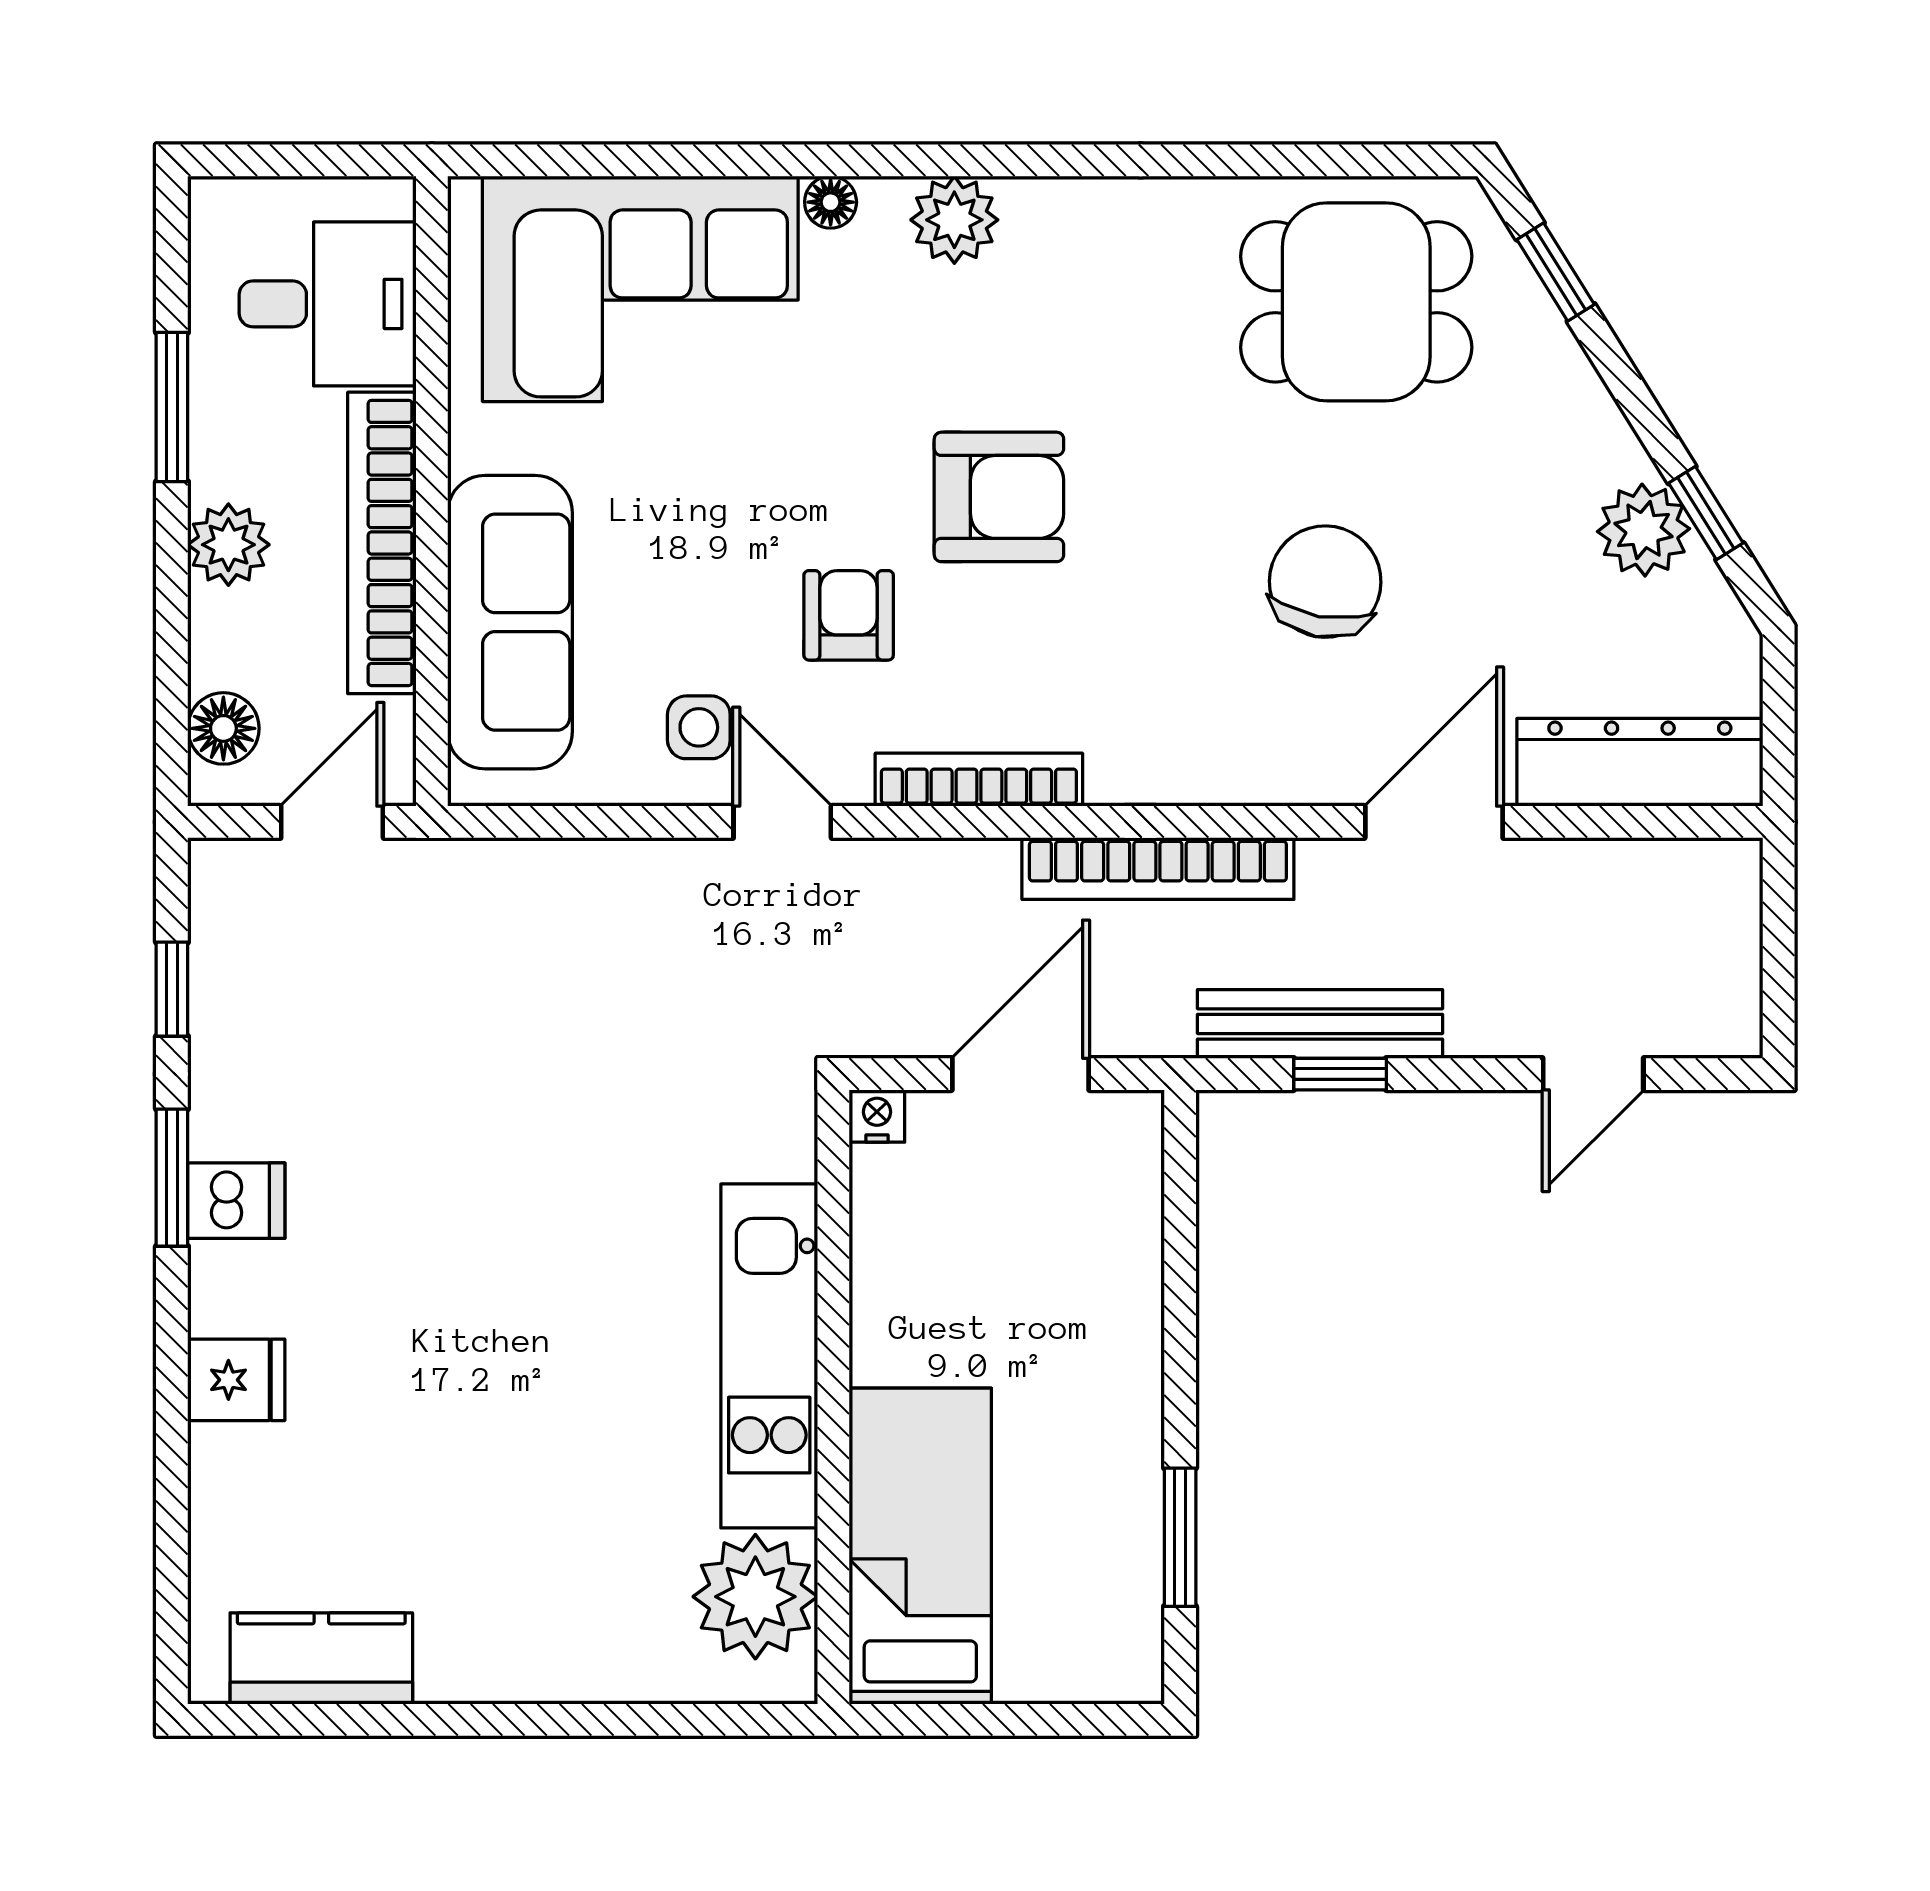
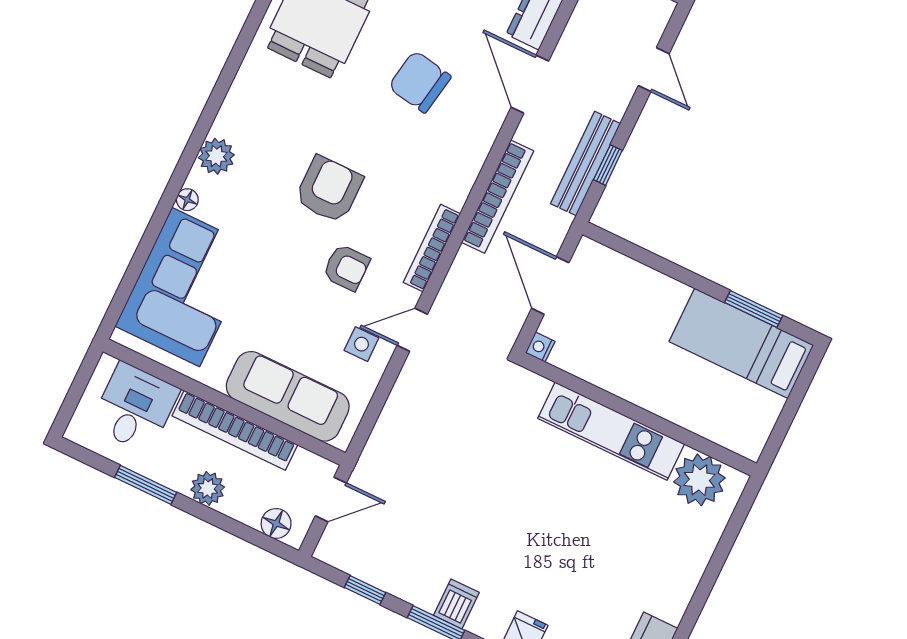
armchair: (849, 615) -> (346, 267), turned 180
door: (332, 822) -> (331, 499), swing flipped
bed: (920, 1546) -> (741, 343), moved

